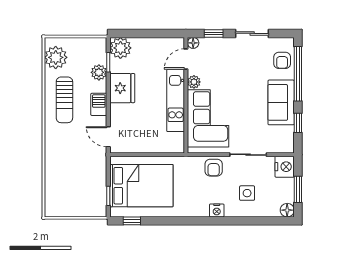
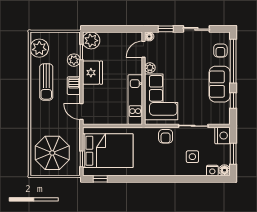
kitchen unit: (176, 100) -> (135, 100), moved
parasol: (72, 188) -> (52, 153), added
nightstand: (217, 210) -> (212, 171), moved

